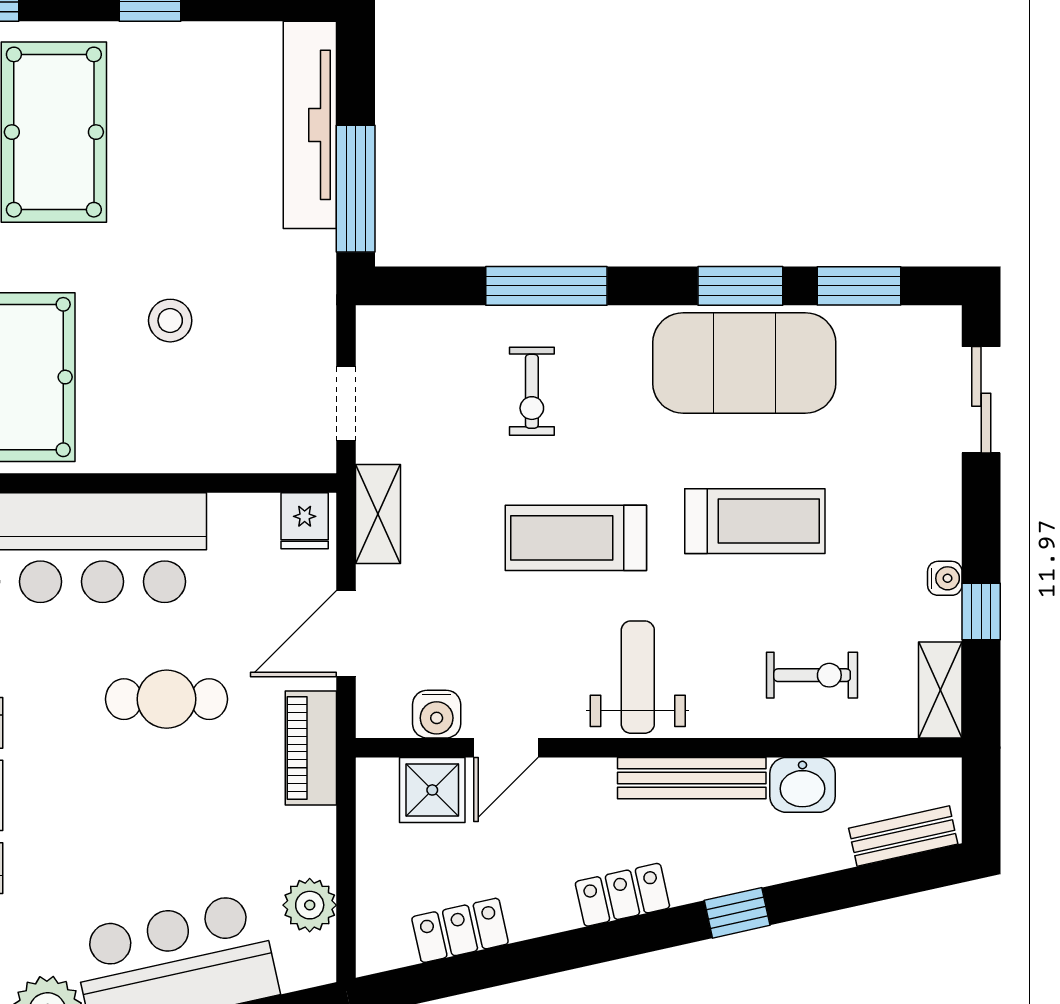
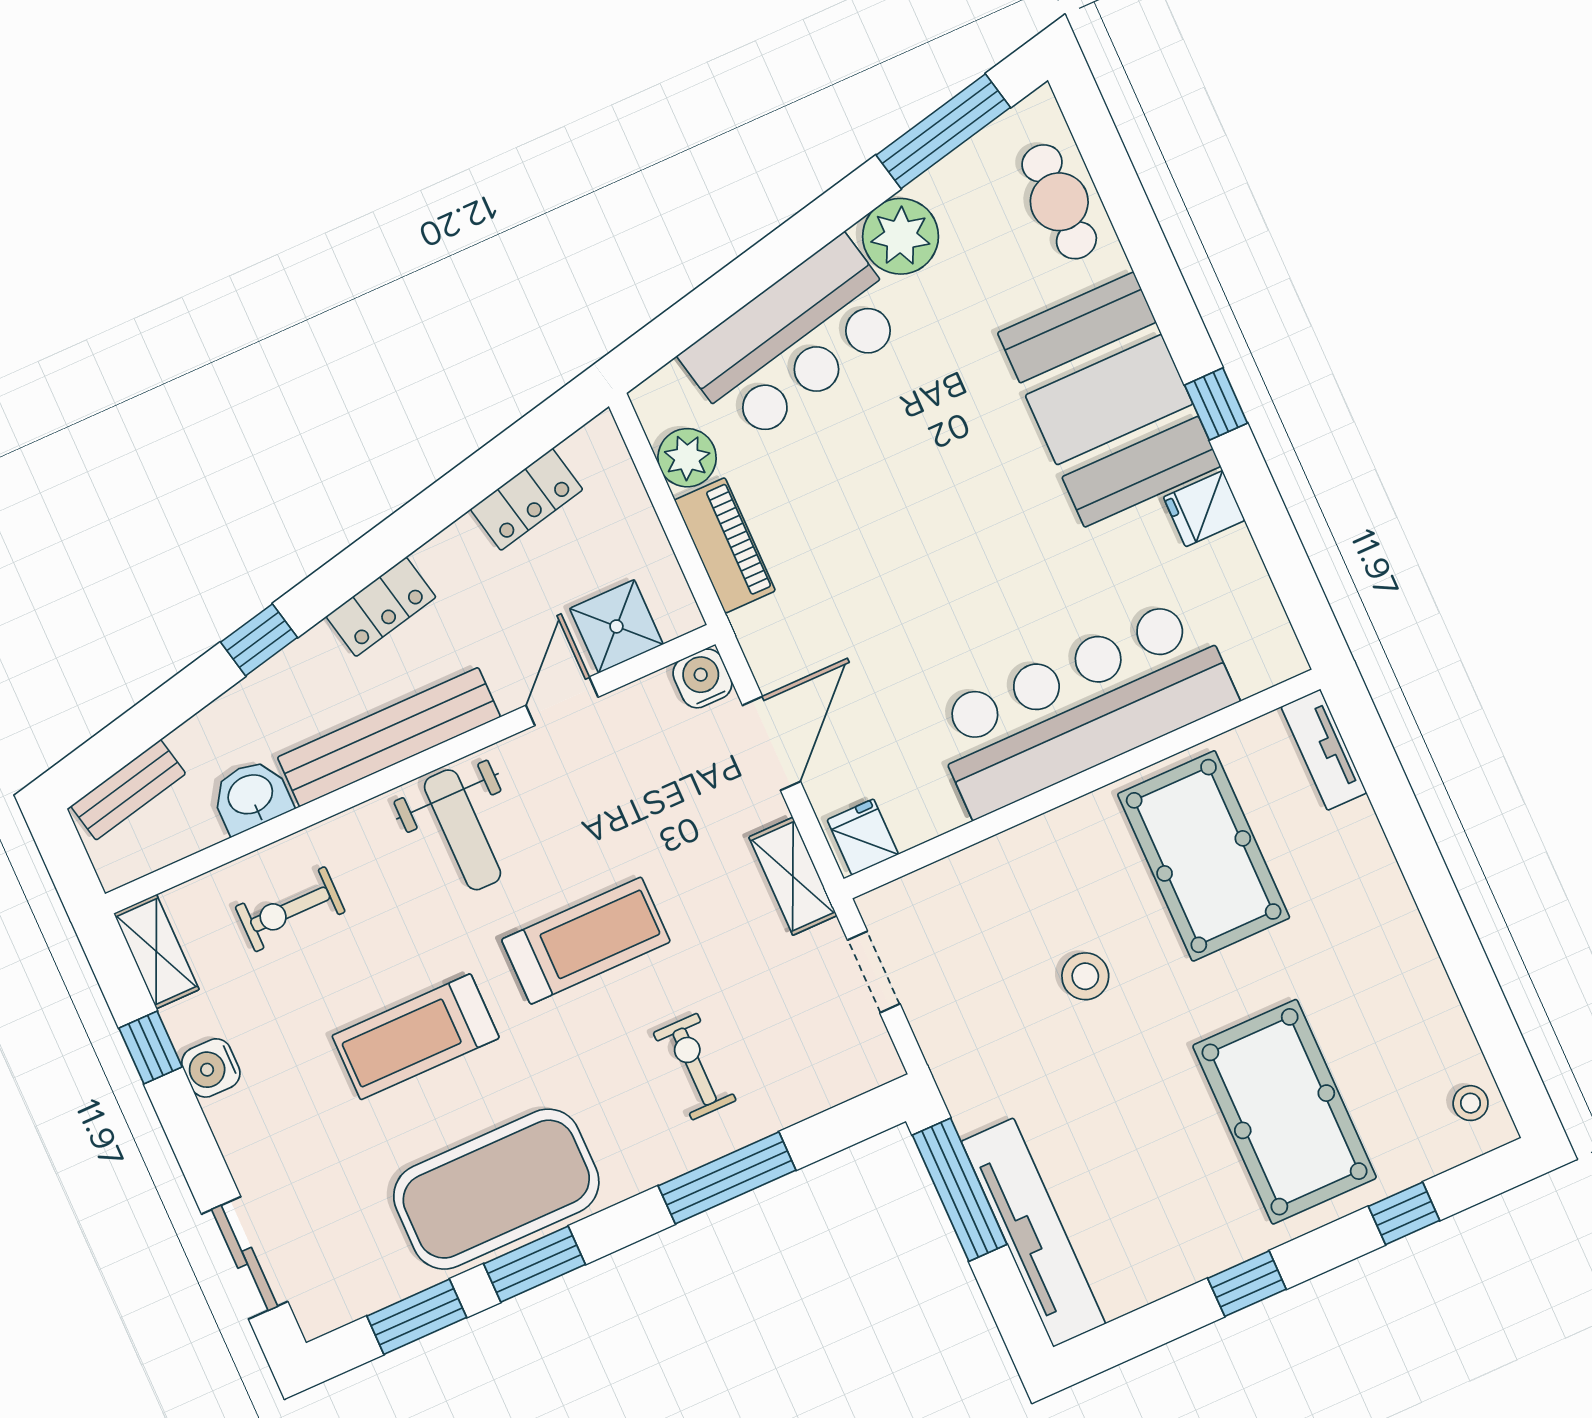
water cooler: (945, 578) -> (211, 1068), width x1.38, depth x1.38
cafe table: (167, 699) -> (921, 599), removed
water cooler: (437, 714) -> (702, 678), moved
piano: (311, 748) -> (725, 545), moved
bench: (692, 778) -> (389, 737), width x1.37, depth x1.21

